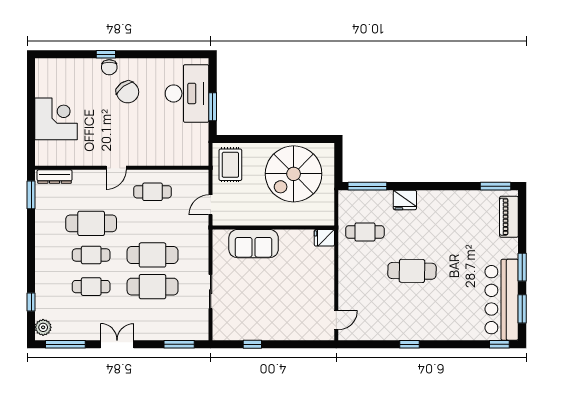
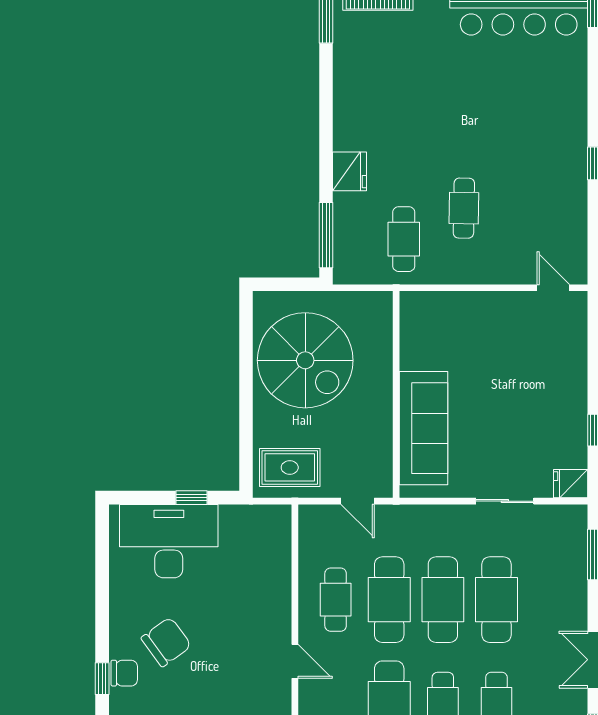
window: (213, 107) -> (191, 498), width x0.67
cafe table: (153, 223) -> (389, 600), added
fridge: (324, 238) -> (571, 484), moved, turned 90
sofa: (254, 244) -> (424, 428), width x1.36
cafe table: (412, 271) -> (464, 208), moved, width x0.73, depth x0.74

